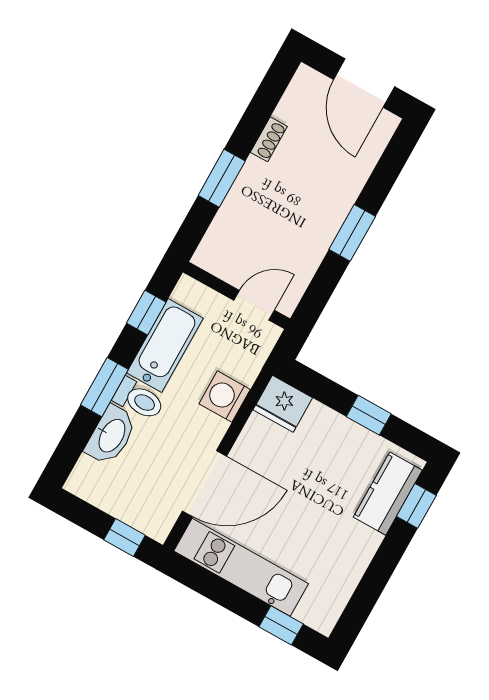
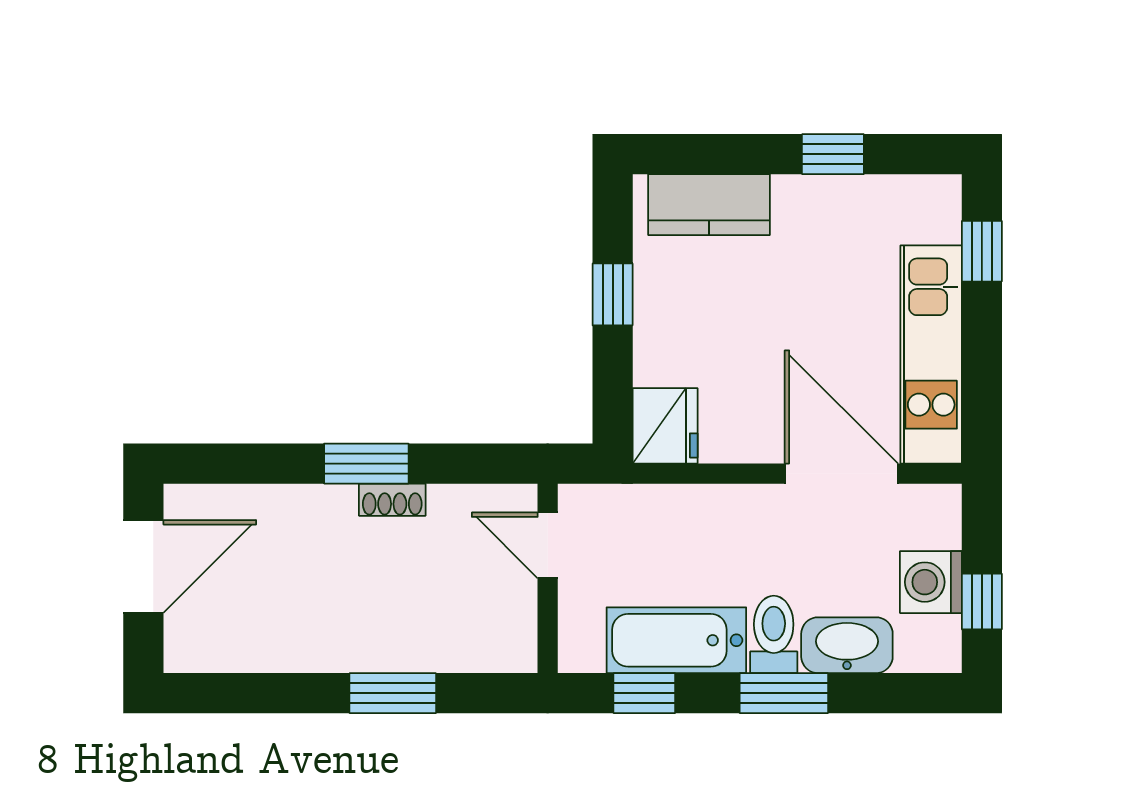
shoe rack: (269, 139) -> (392, 500), moved, turned 180
washing machine: (225, 397) -> (931, 582), moved, turned 90
window: (416, 506) -> (833, 154), moved
window: (125, 538) -> (982, 601), moved

